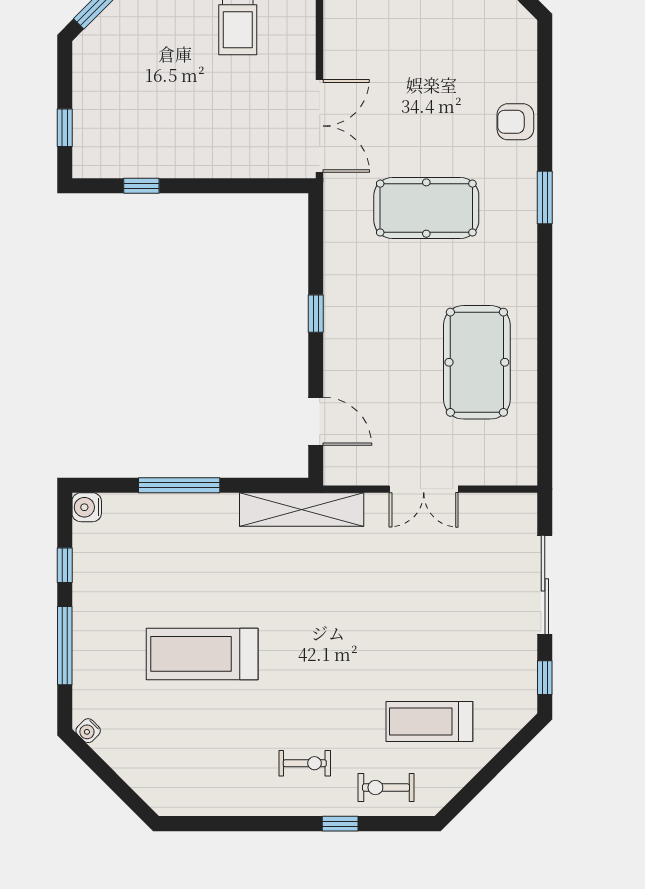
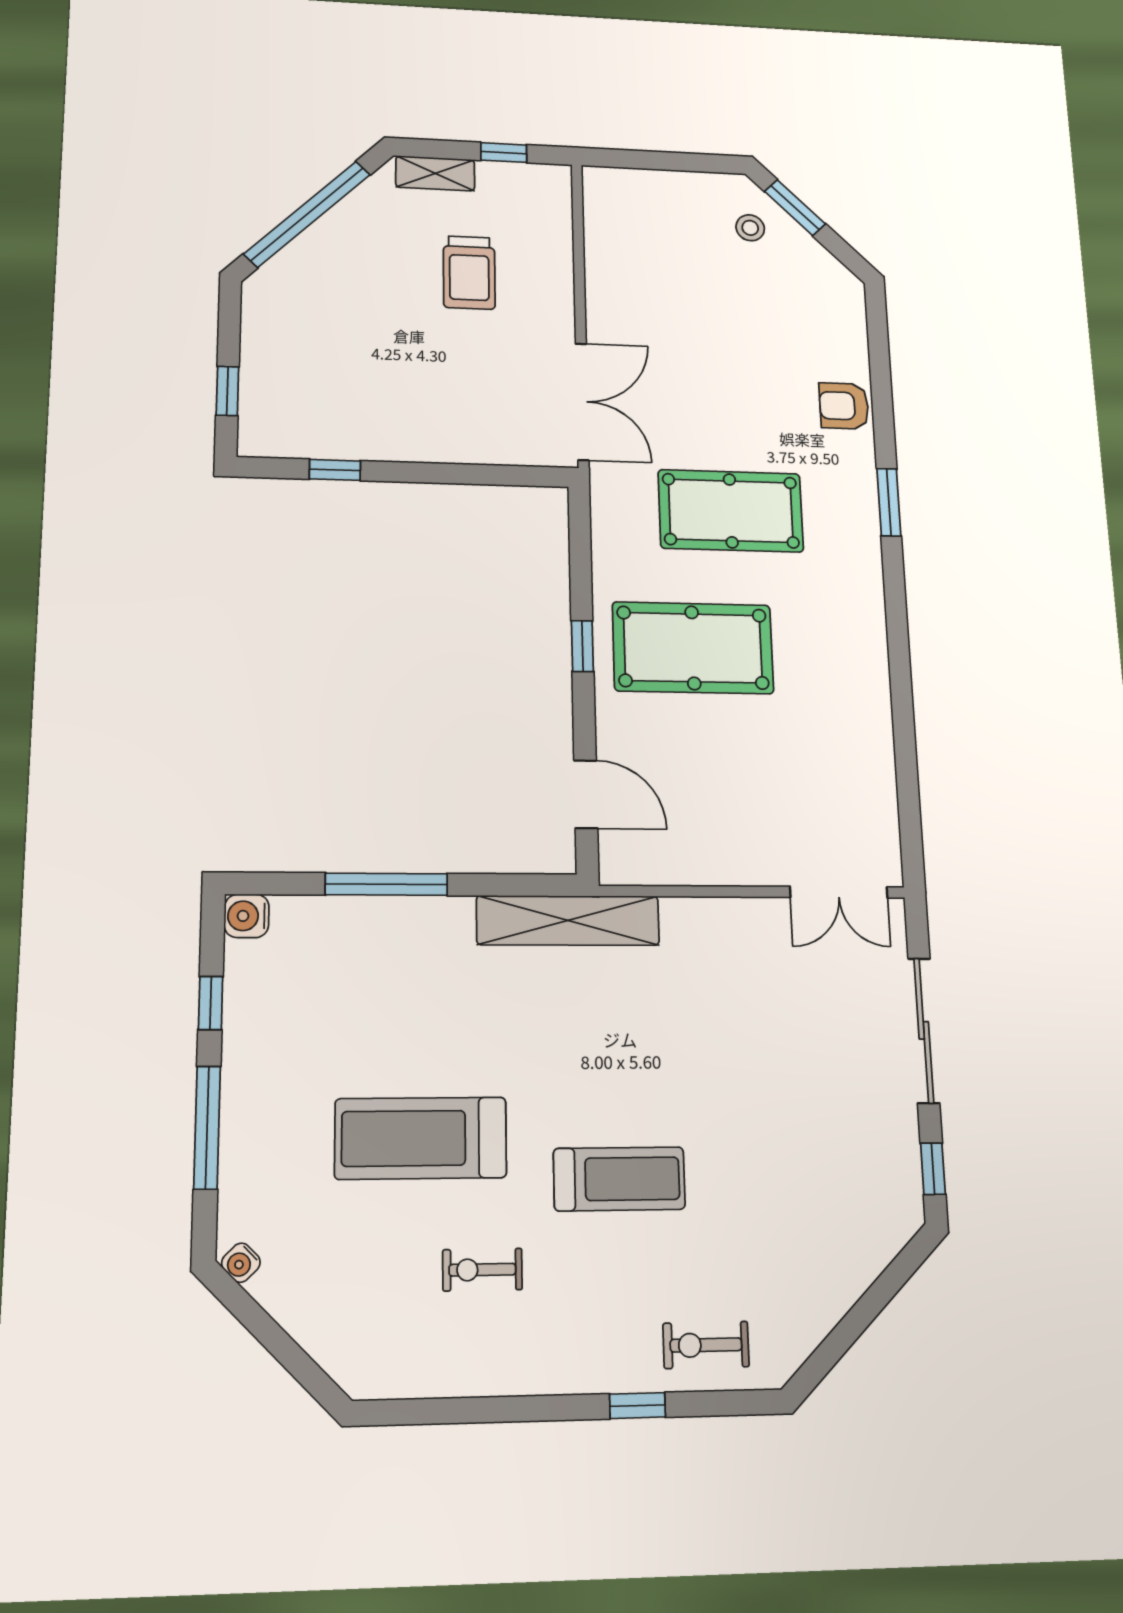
pool table: (477, 362) -> (693, 648), moved, turned 90
double door: (424, 489) -> (839, 892), moved
treadmill: (429, 721) -> (619, 1179), moved, turned 180
exercise bike: (305, 763) -> (482, 1270), moved, turned 180

